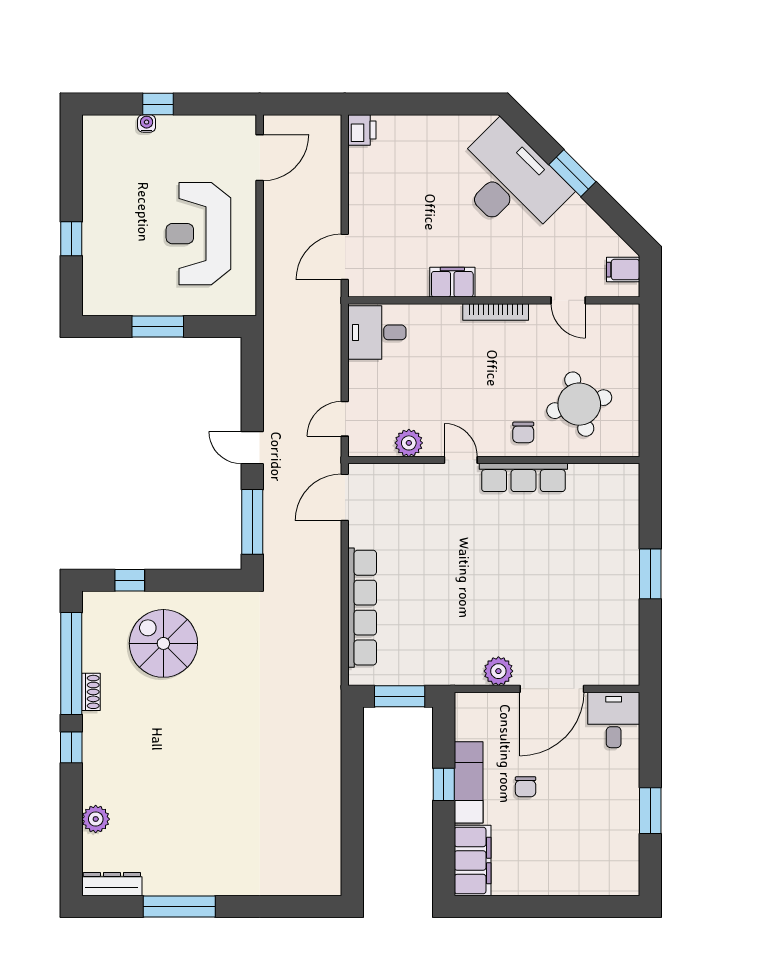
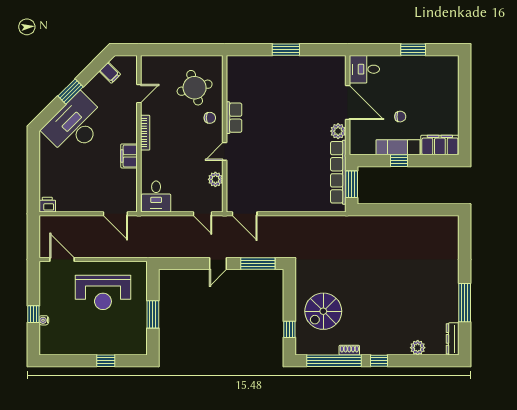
filing cabinet: (623, 270) -> (110, 73), moved, turned -45
row of seats: (523, 477) -> (234, 118), width x0.68
row of seats: (362, 608) -> (338, 172), moved, turned -90

